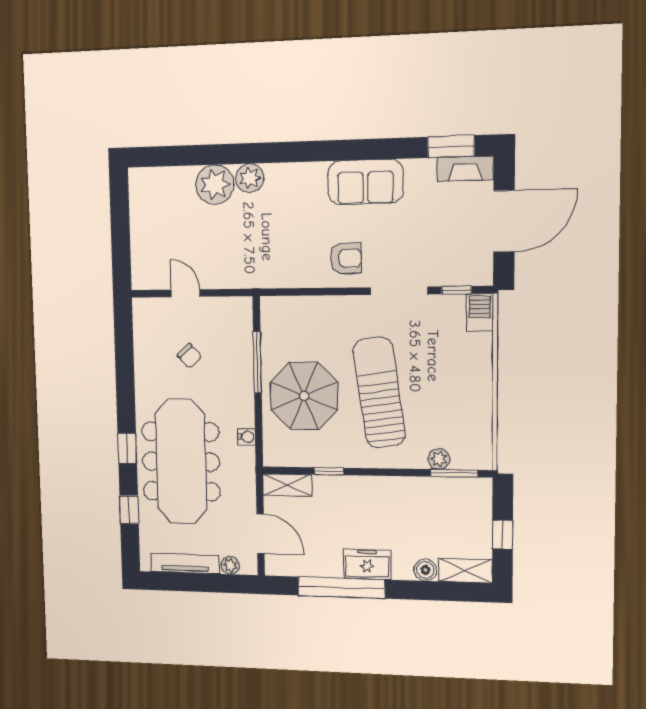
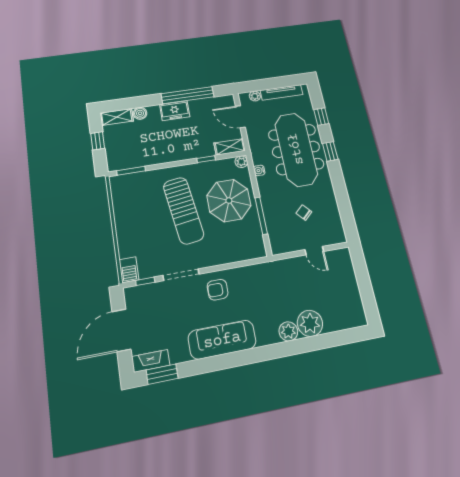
sofa: (365, 182) -> (222, 340), width x1.36
plant: (439, 459) -> (241, 162), moved

